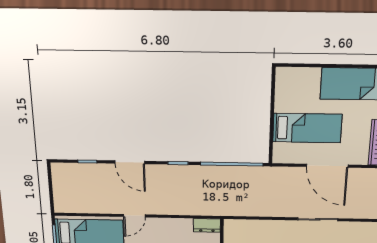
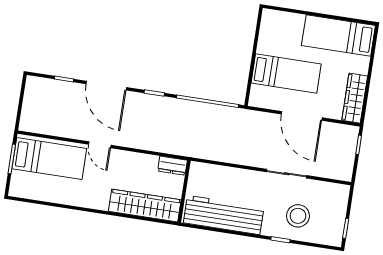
door: (130, 162) -> (106, 86), width x1.36
door: (134, 216) -> (100, 145), hinge flipped

